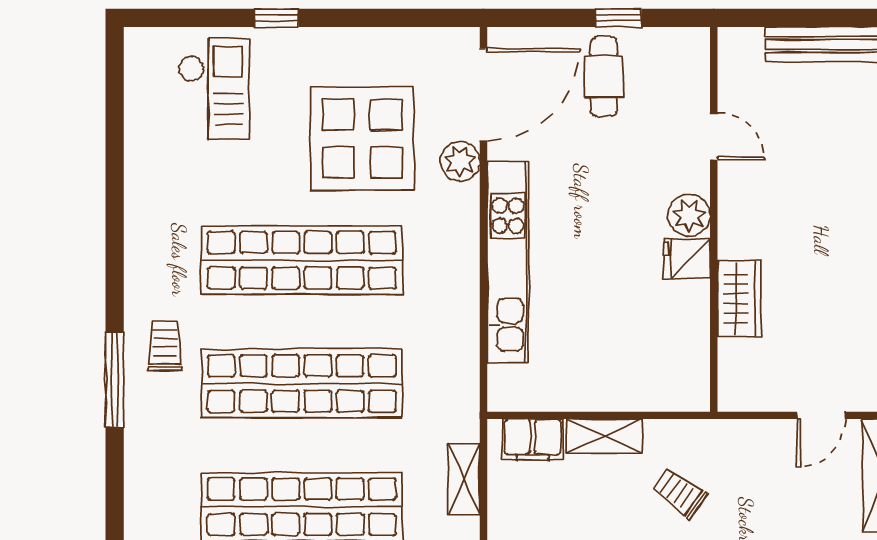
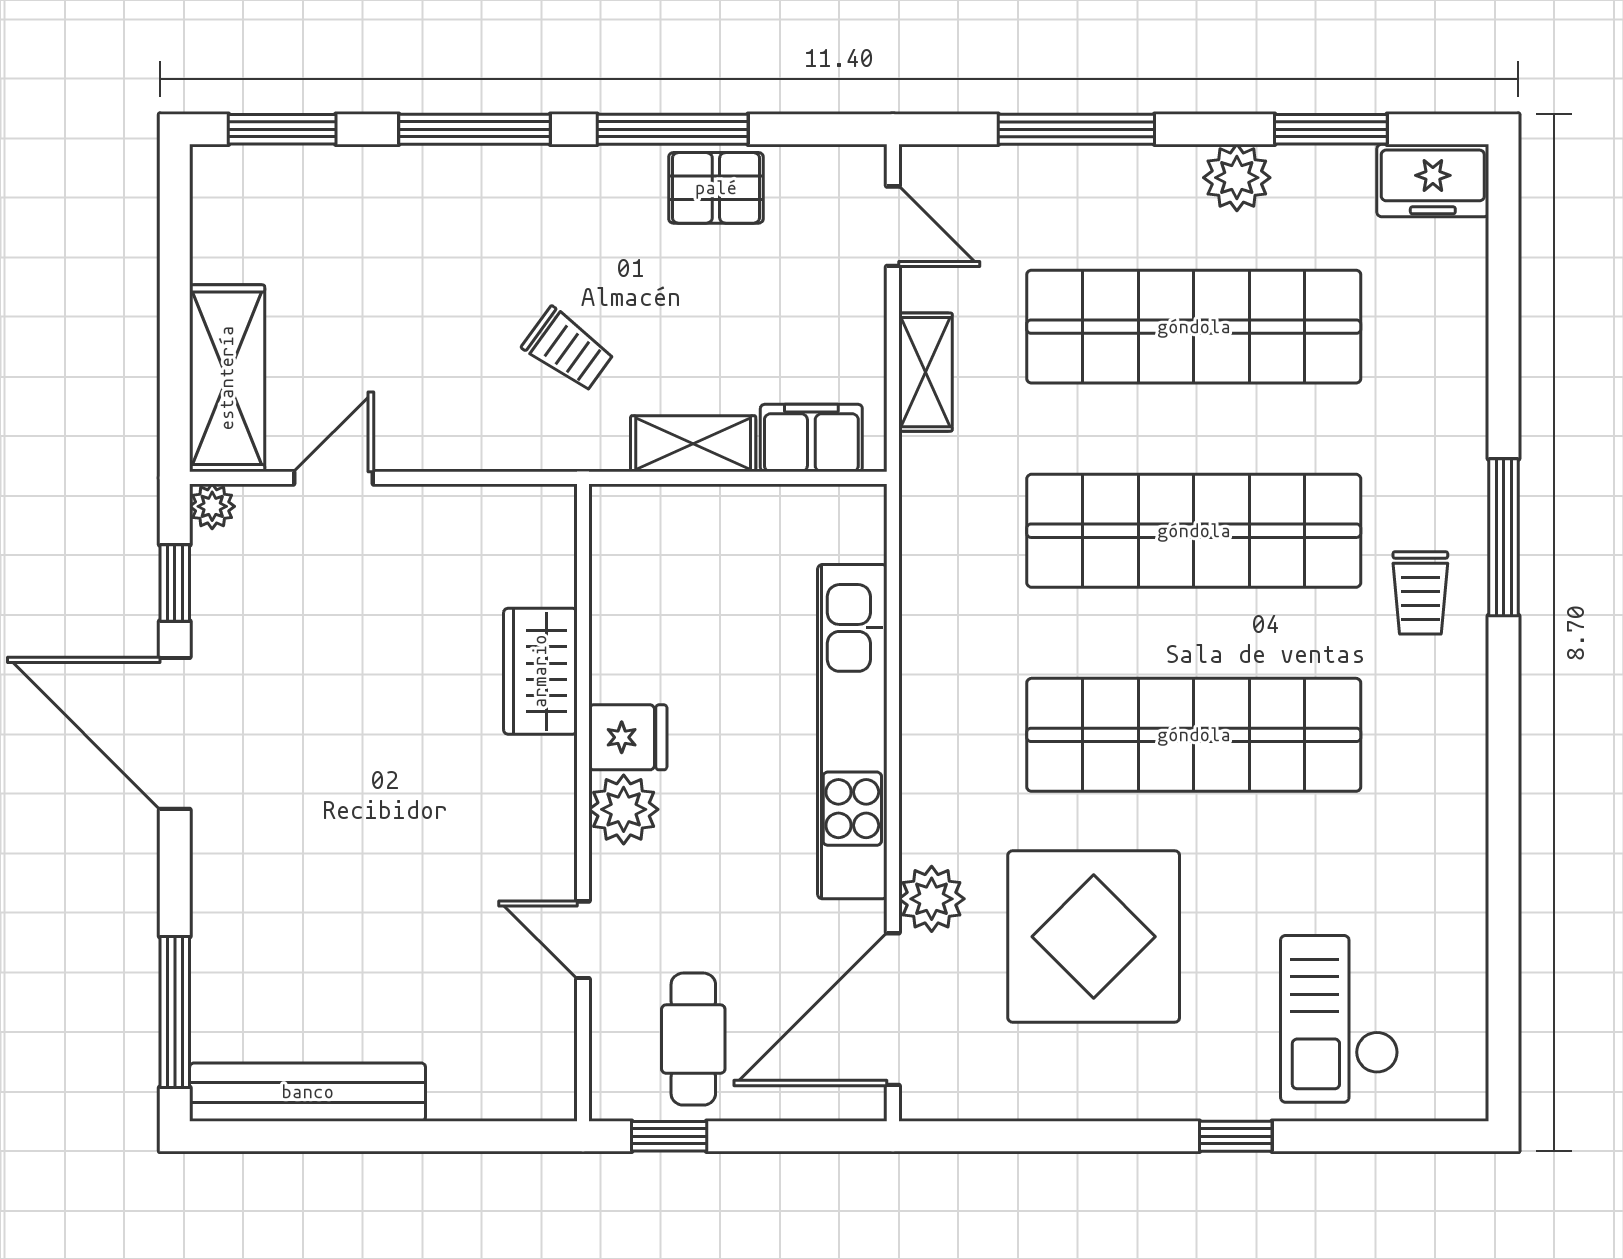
door: (714, 136) -> (583, 940), moved
plant: (689, 215) -> (624, 809), moved
wall: (714, 219) -> (583, 803), moved
fridge: (687, 259) -> (628, 737), moved
wardrobe: (739, 299) -> (540, 671), moved

